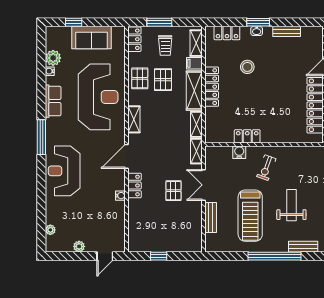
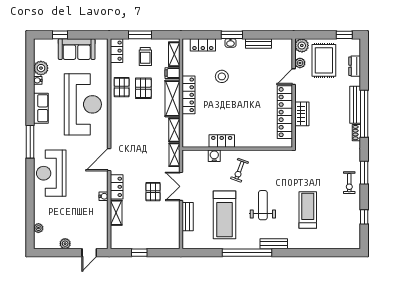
shelving: (134, 119) -> (116, 213), moved

